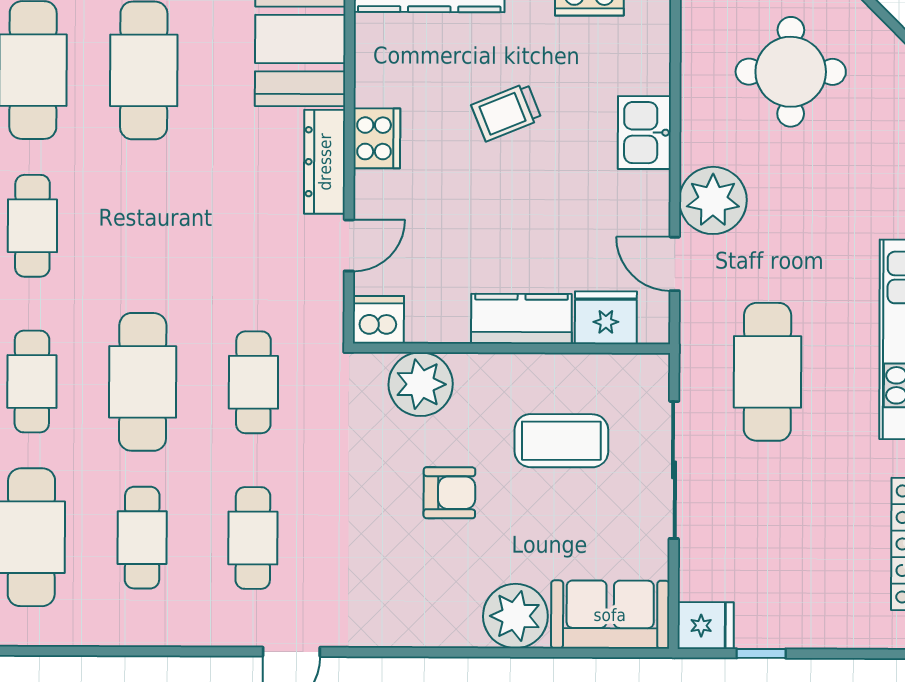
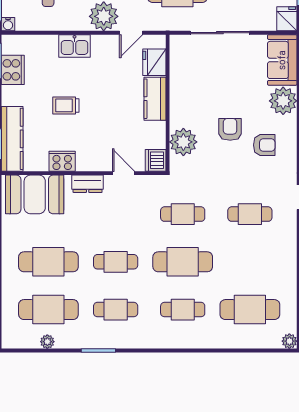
trolley: (506, 112) -> (66, 105), turned 112
cooker: (377, 138) -> (62, 161), moved
dresser: (325, 162) -> (88, 184), width x0.70
coffee table: (561, 441) -> (207, 81), removed
cafe table: (142, 538) -> (116, 262), moved
armchair: (413, 572) -> (264, 145), added

